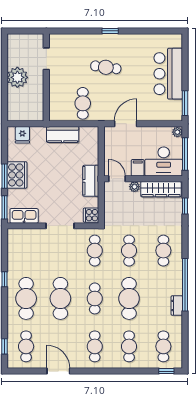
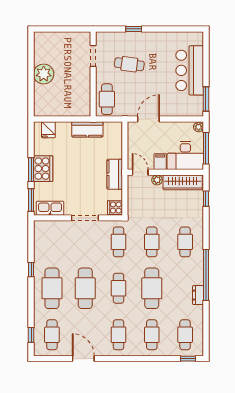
doorway: (46, 59) -> (93, 56), moved
wall: (46, 77) -> (93, 74), moved

